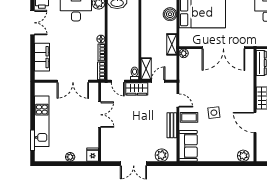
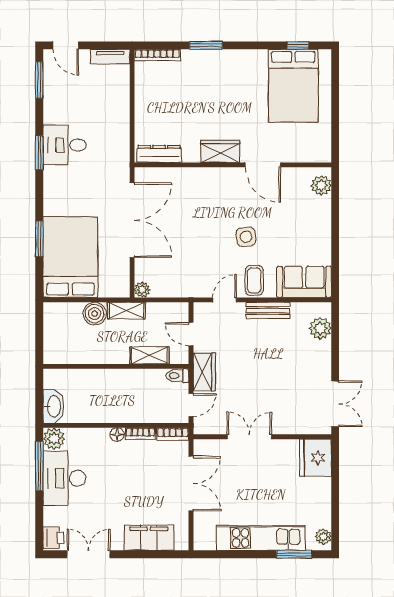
boiler: (170, 14) -> (95, 314), moved
shelving: (146, 69) -> (150, 355), moved
door: (255, 122) -> (263, 165), hinge flipped
fridge: (93, 155) -> (315, 458), width x1.88, depth x1.34
plant: (70, 157) -> (323, 537), moved
double door: (134, 164) -> (335, 404), moved

